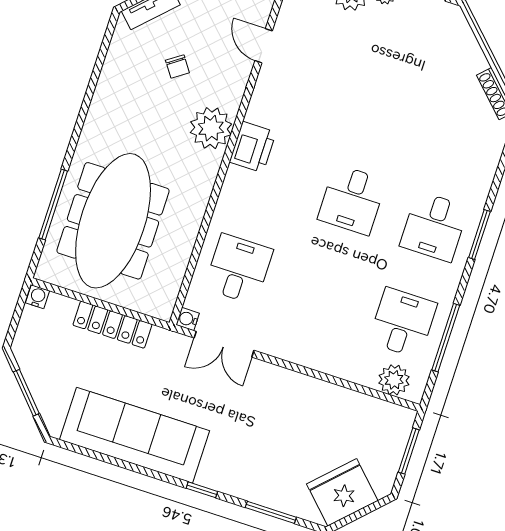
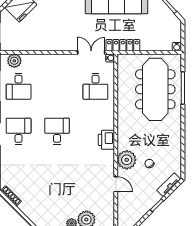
plant: (211, 128) -> (127, 160), moved
locker: (112, 325) -> (123, 45), moved

